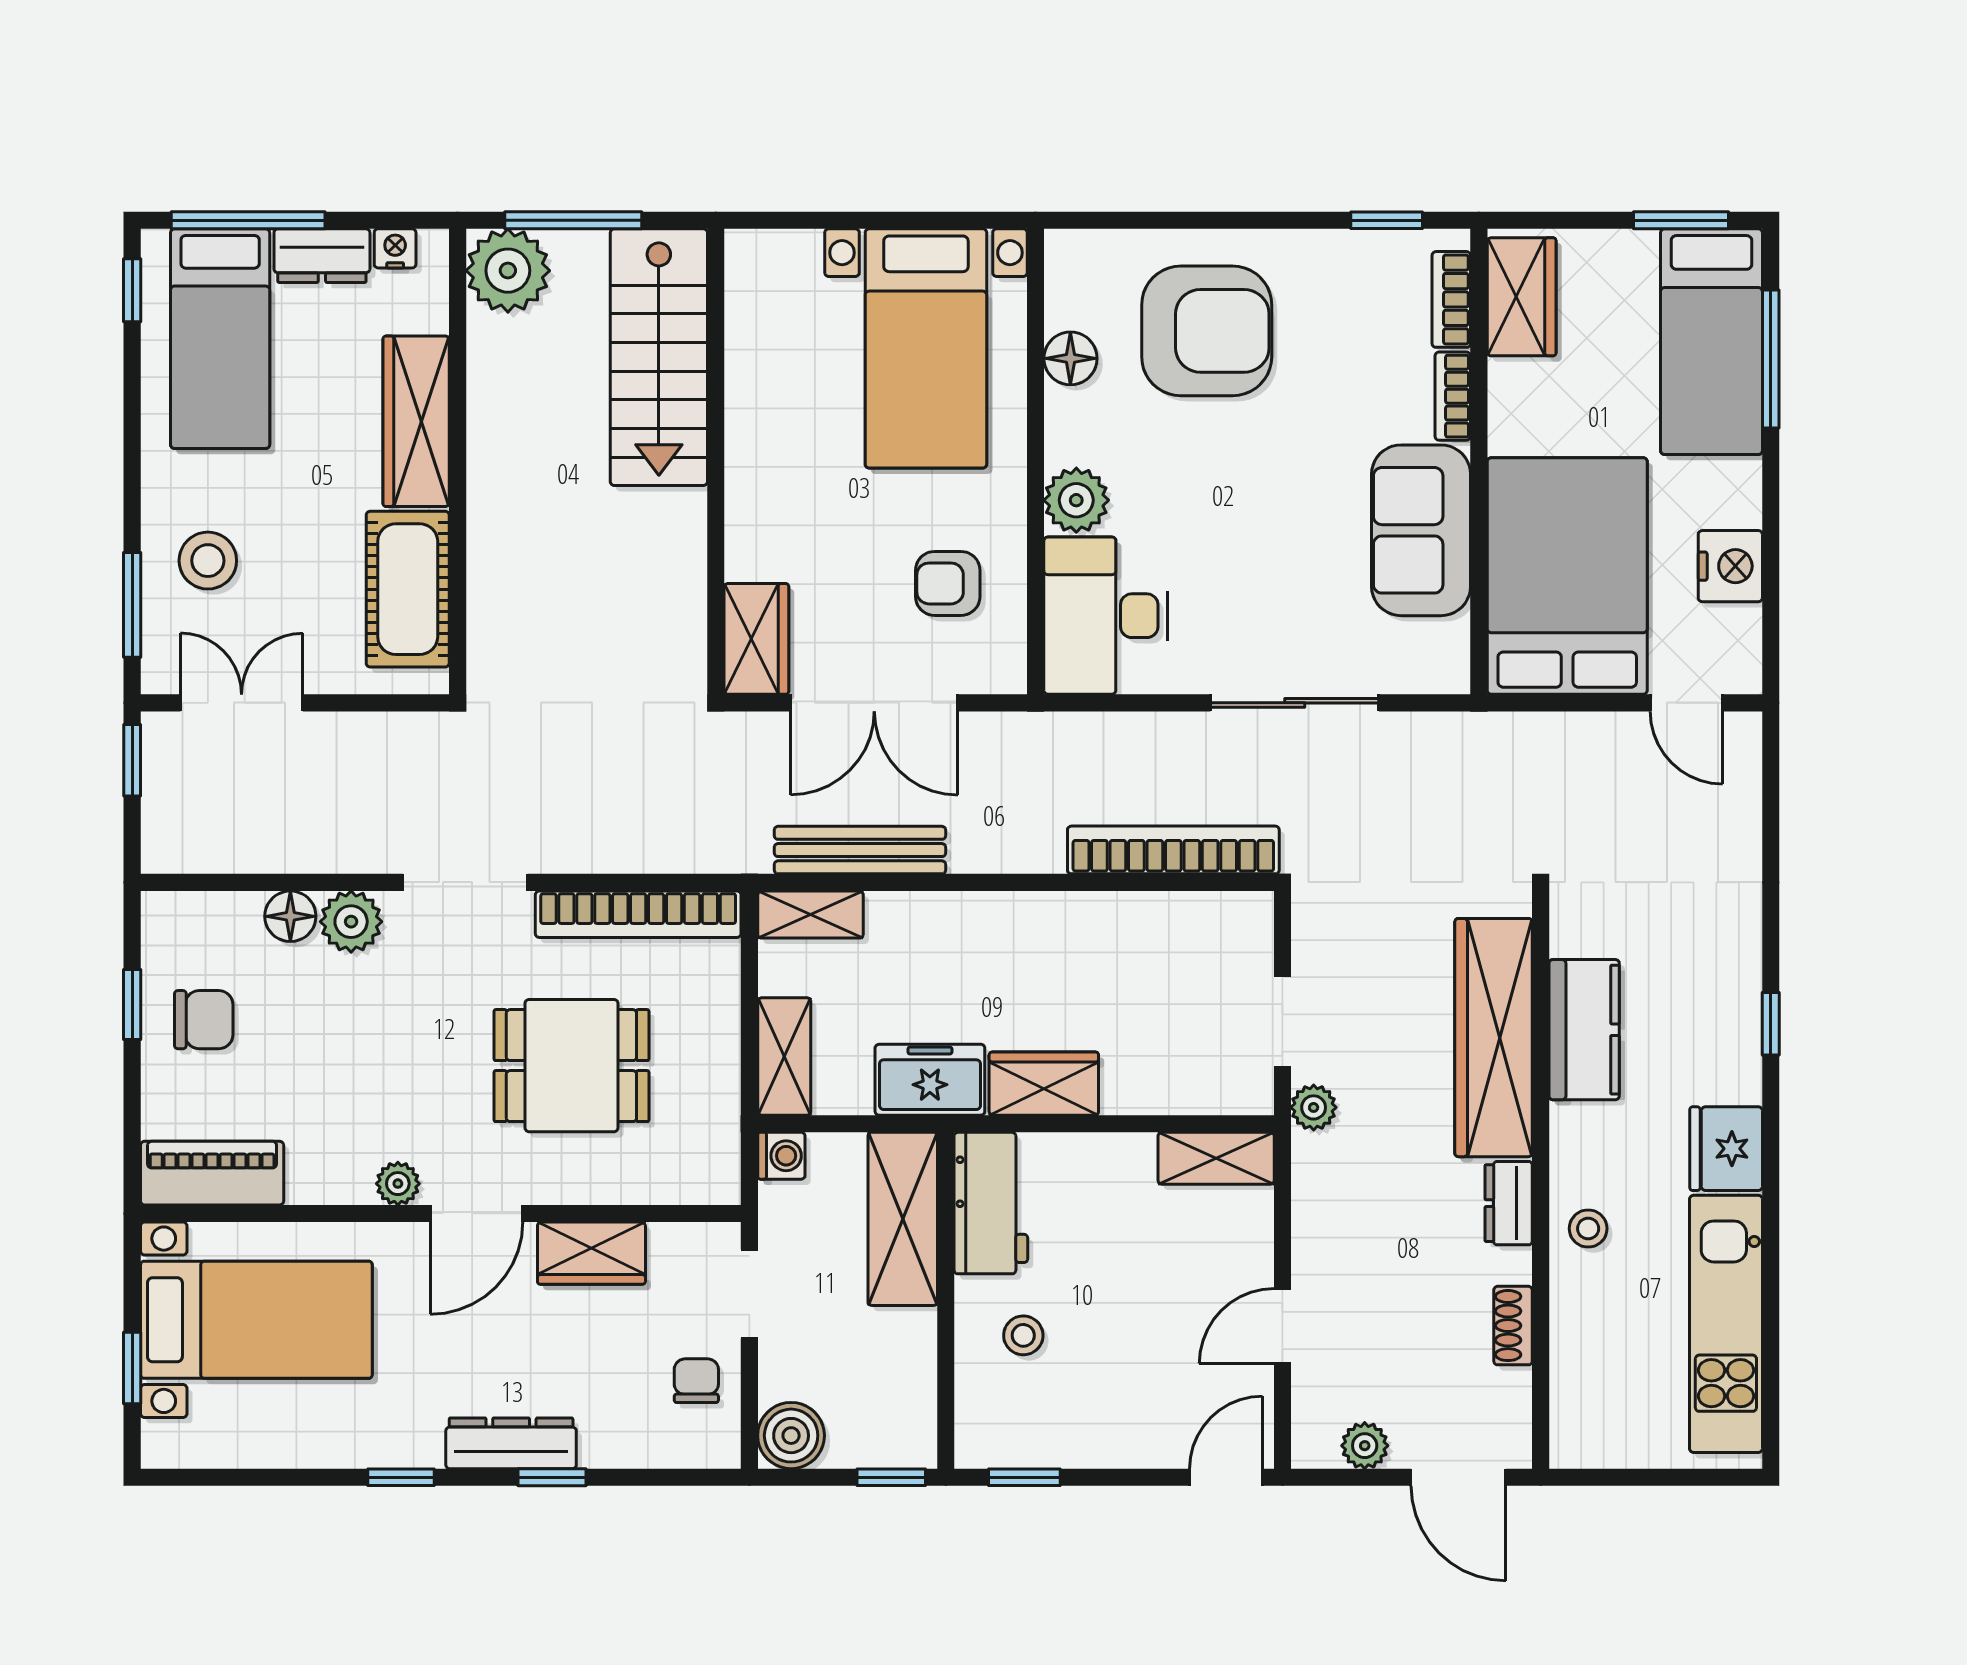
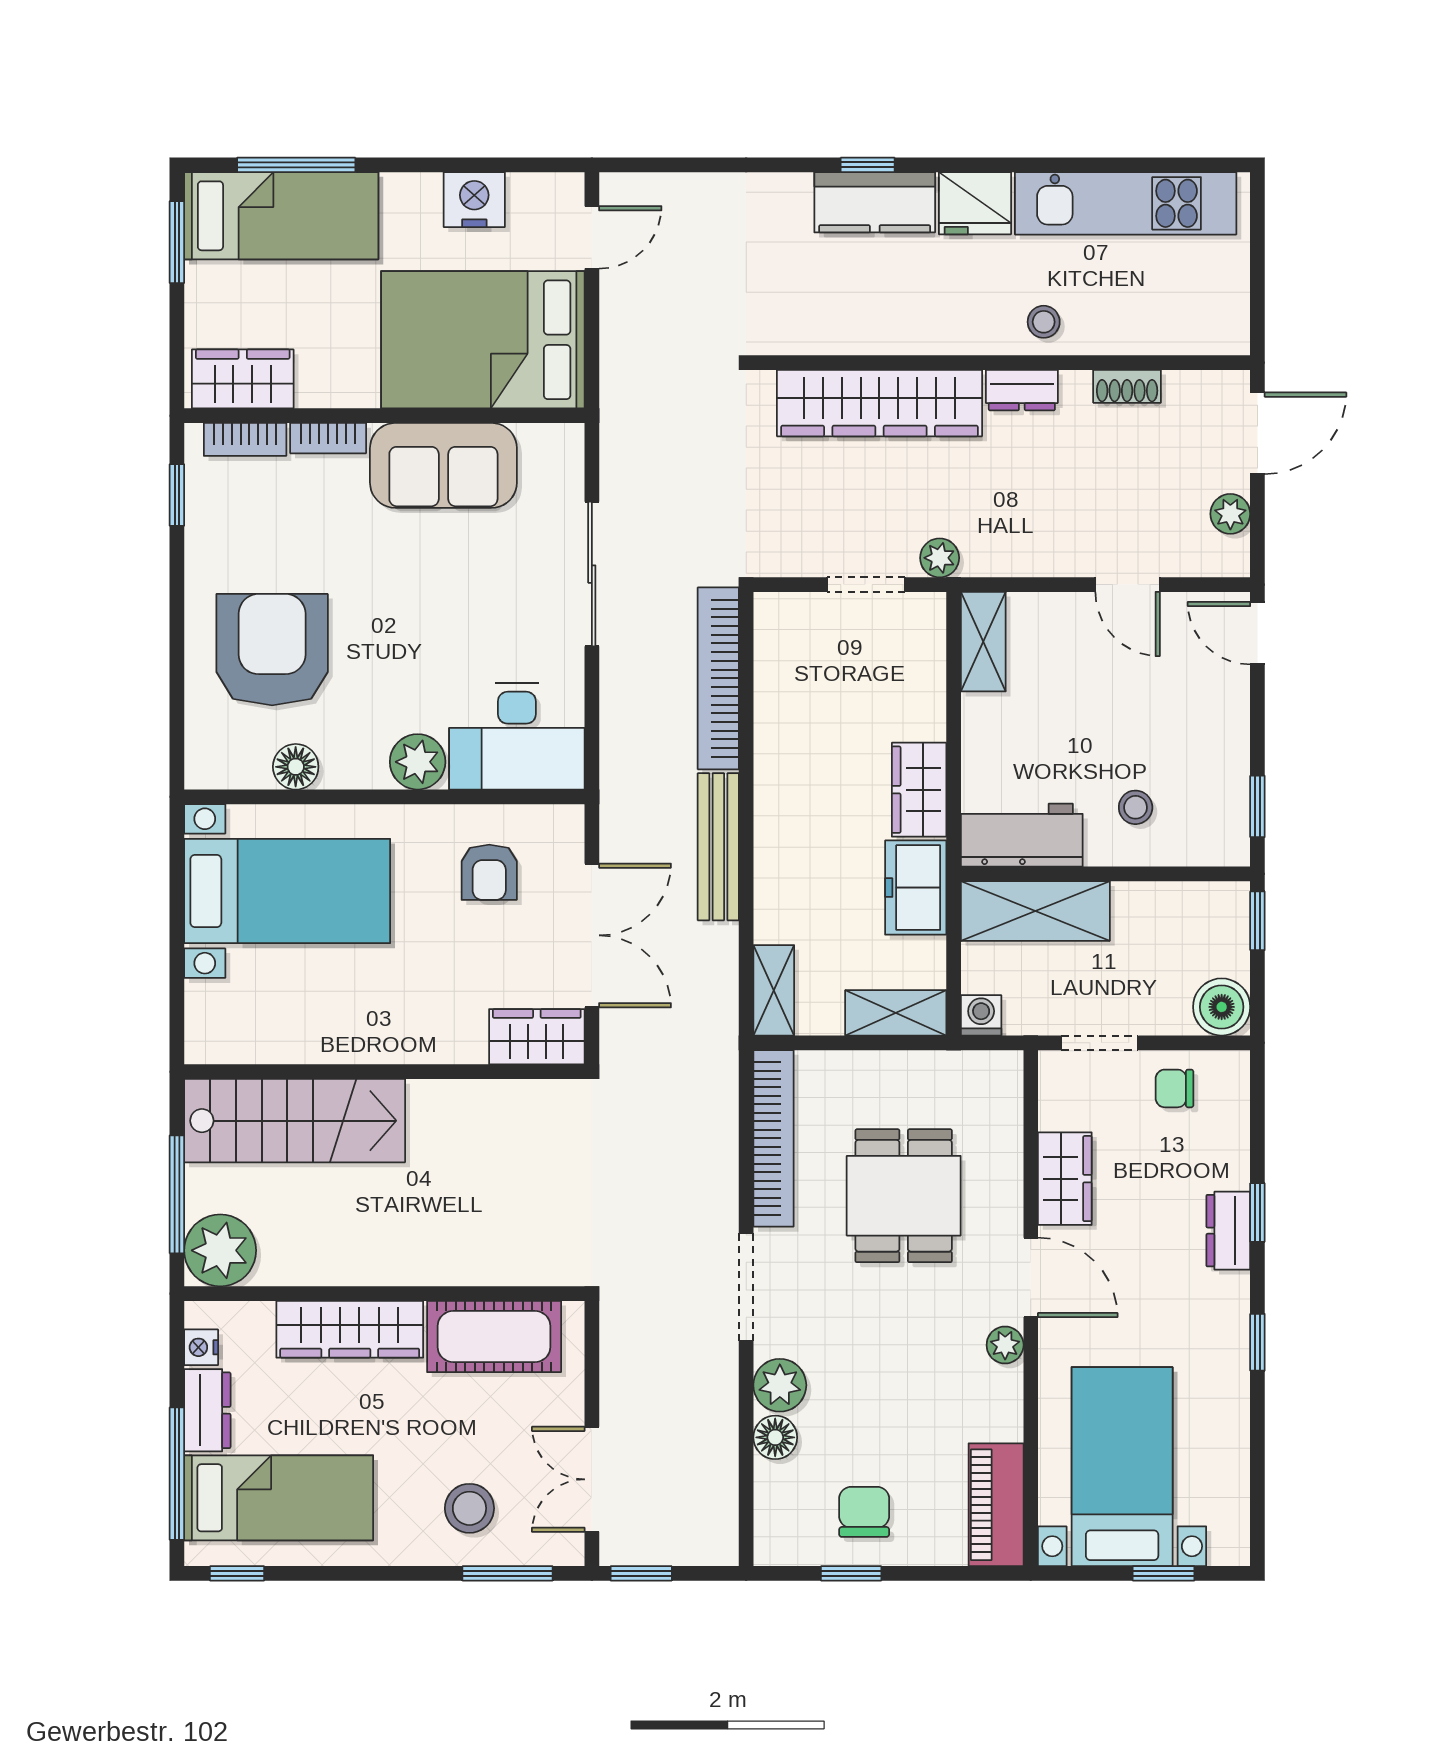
bench: (860, 850) -> (718, 847), moved
kitchen counter: (1584, 1030) -> (875, 202), moved, turned 180
dresser: (511, 1443) -> (1228, 1231), width x0.70

